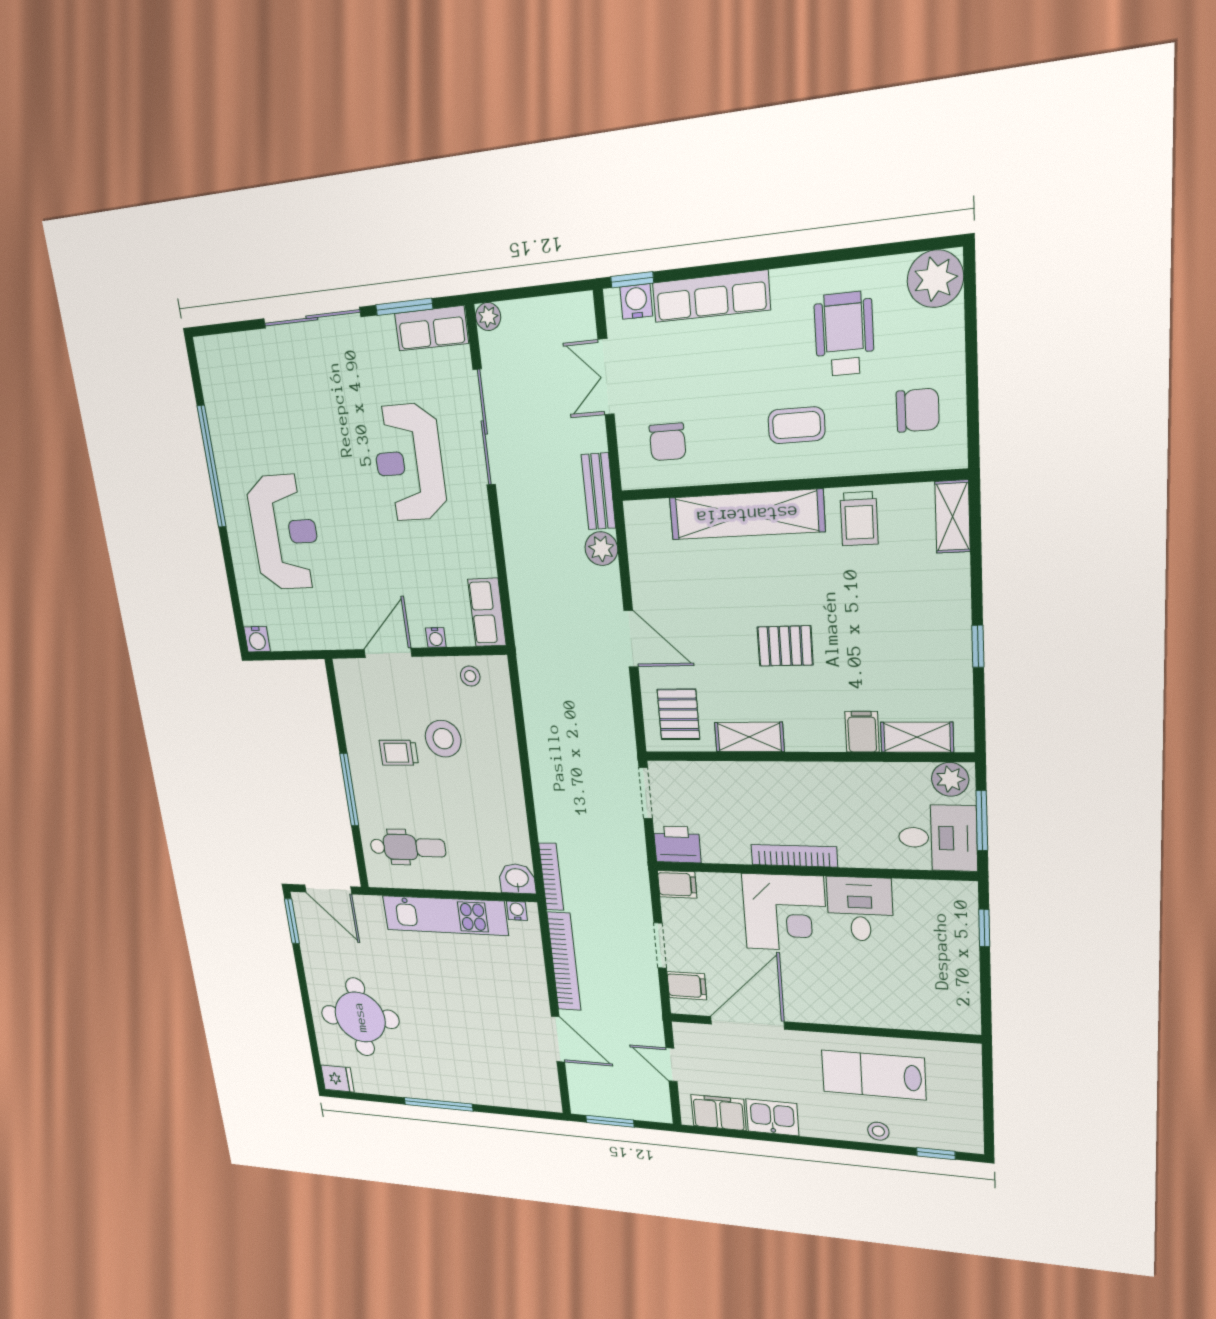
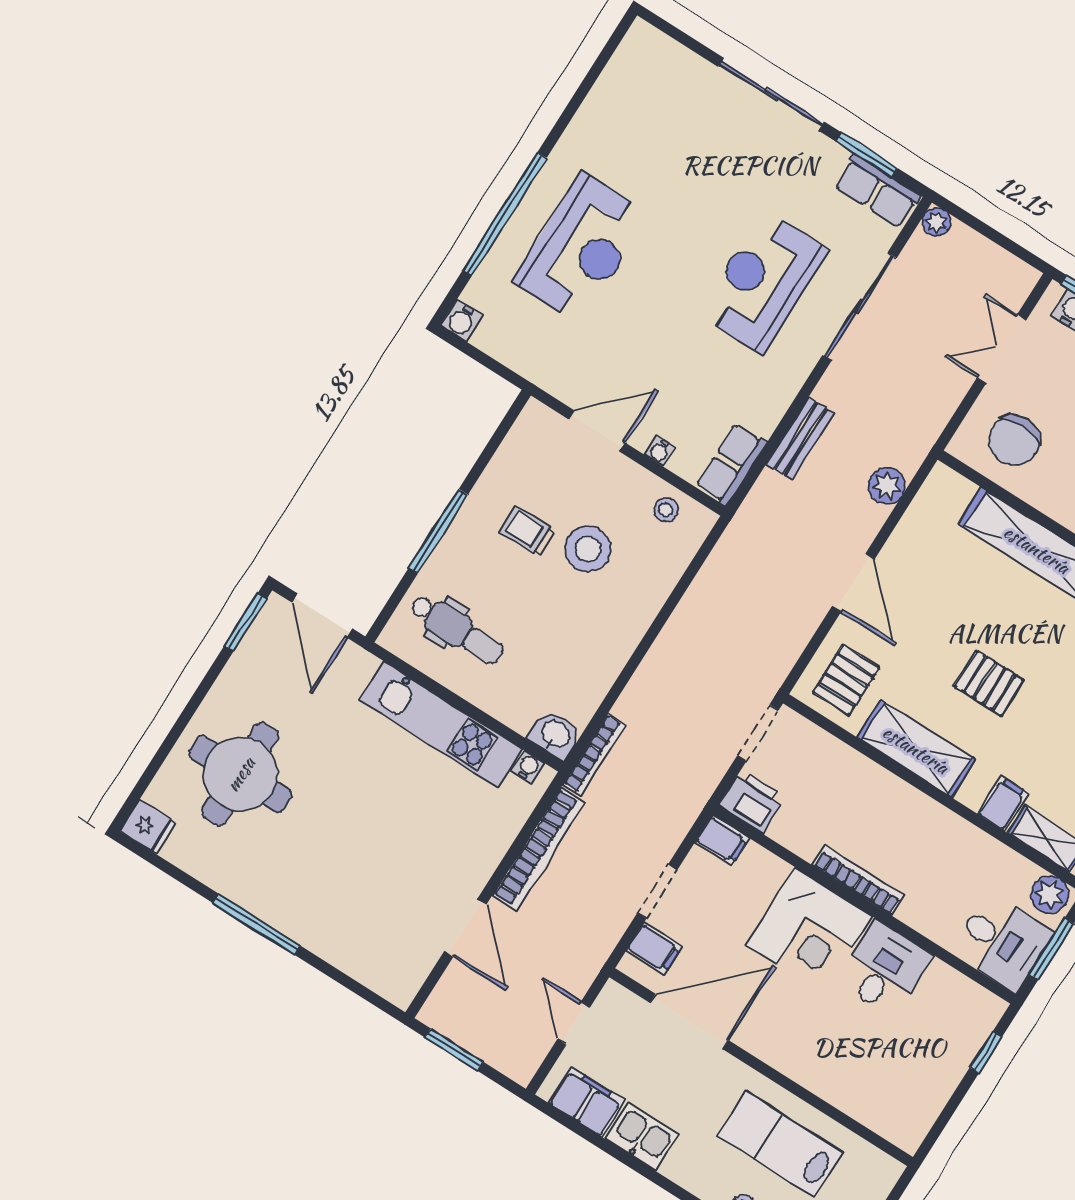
chair: (667, 442) -> (1014, 440), width x1.37, depth x1.37
window: (212, 467) -> (505, 214), moved
bench: (598, 491) -> (800, 439), moved
shelving: (749, 737) -> (916, 749), width x1.50, depth x1.33

